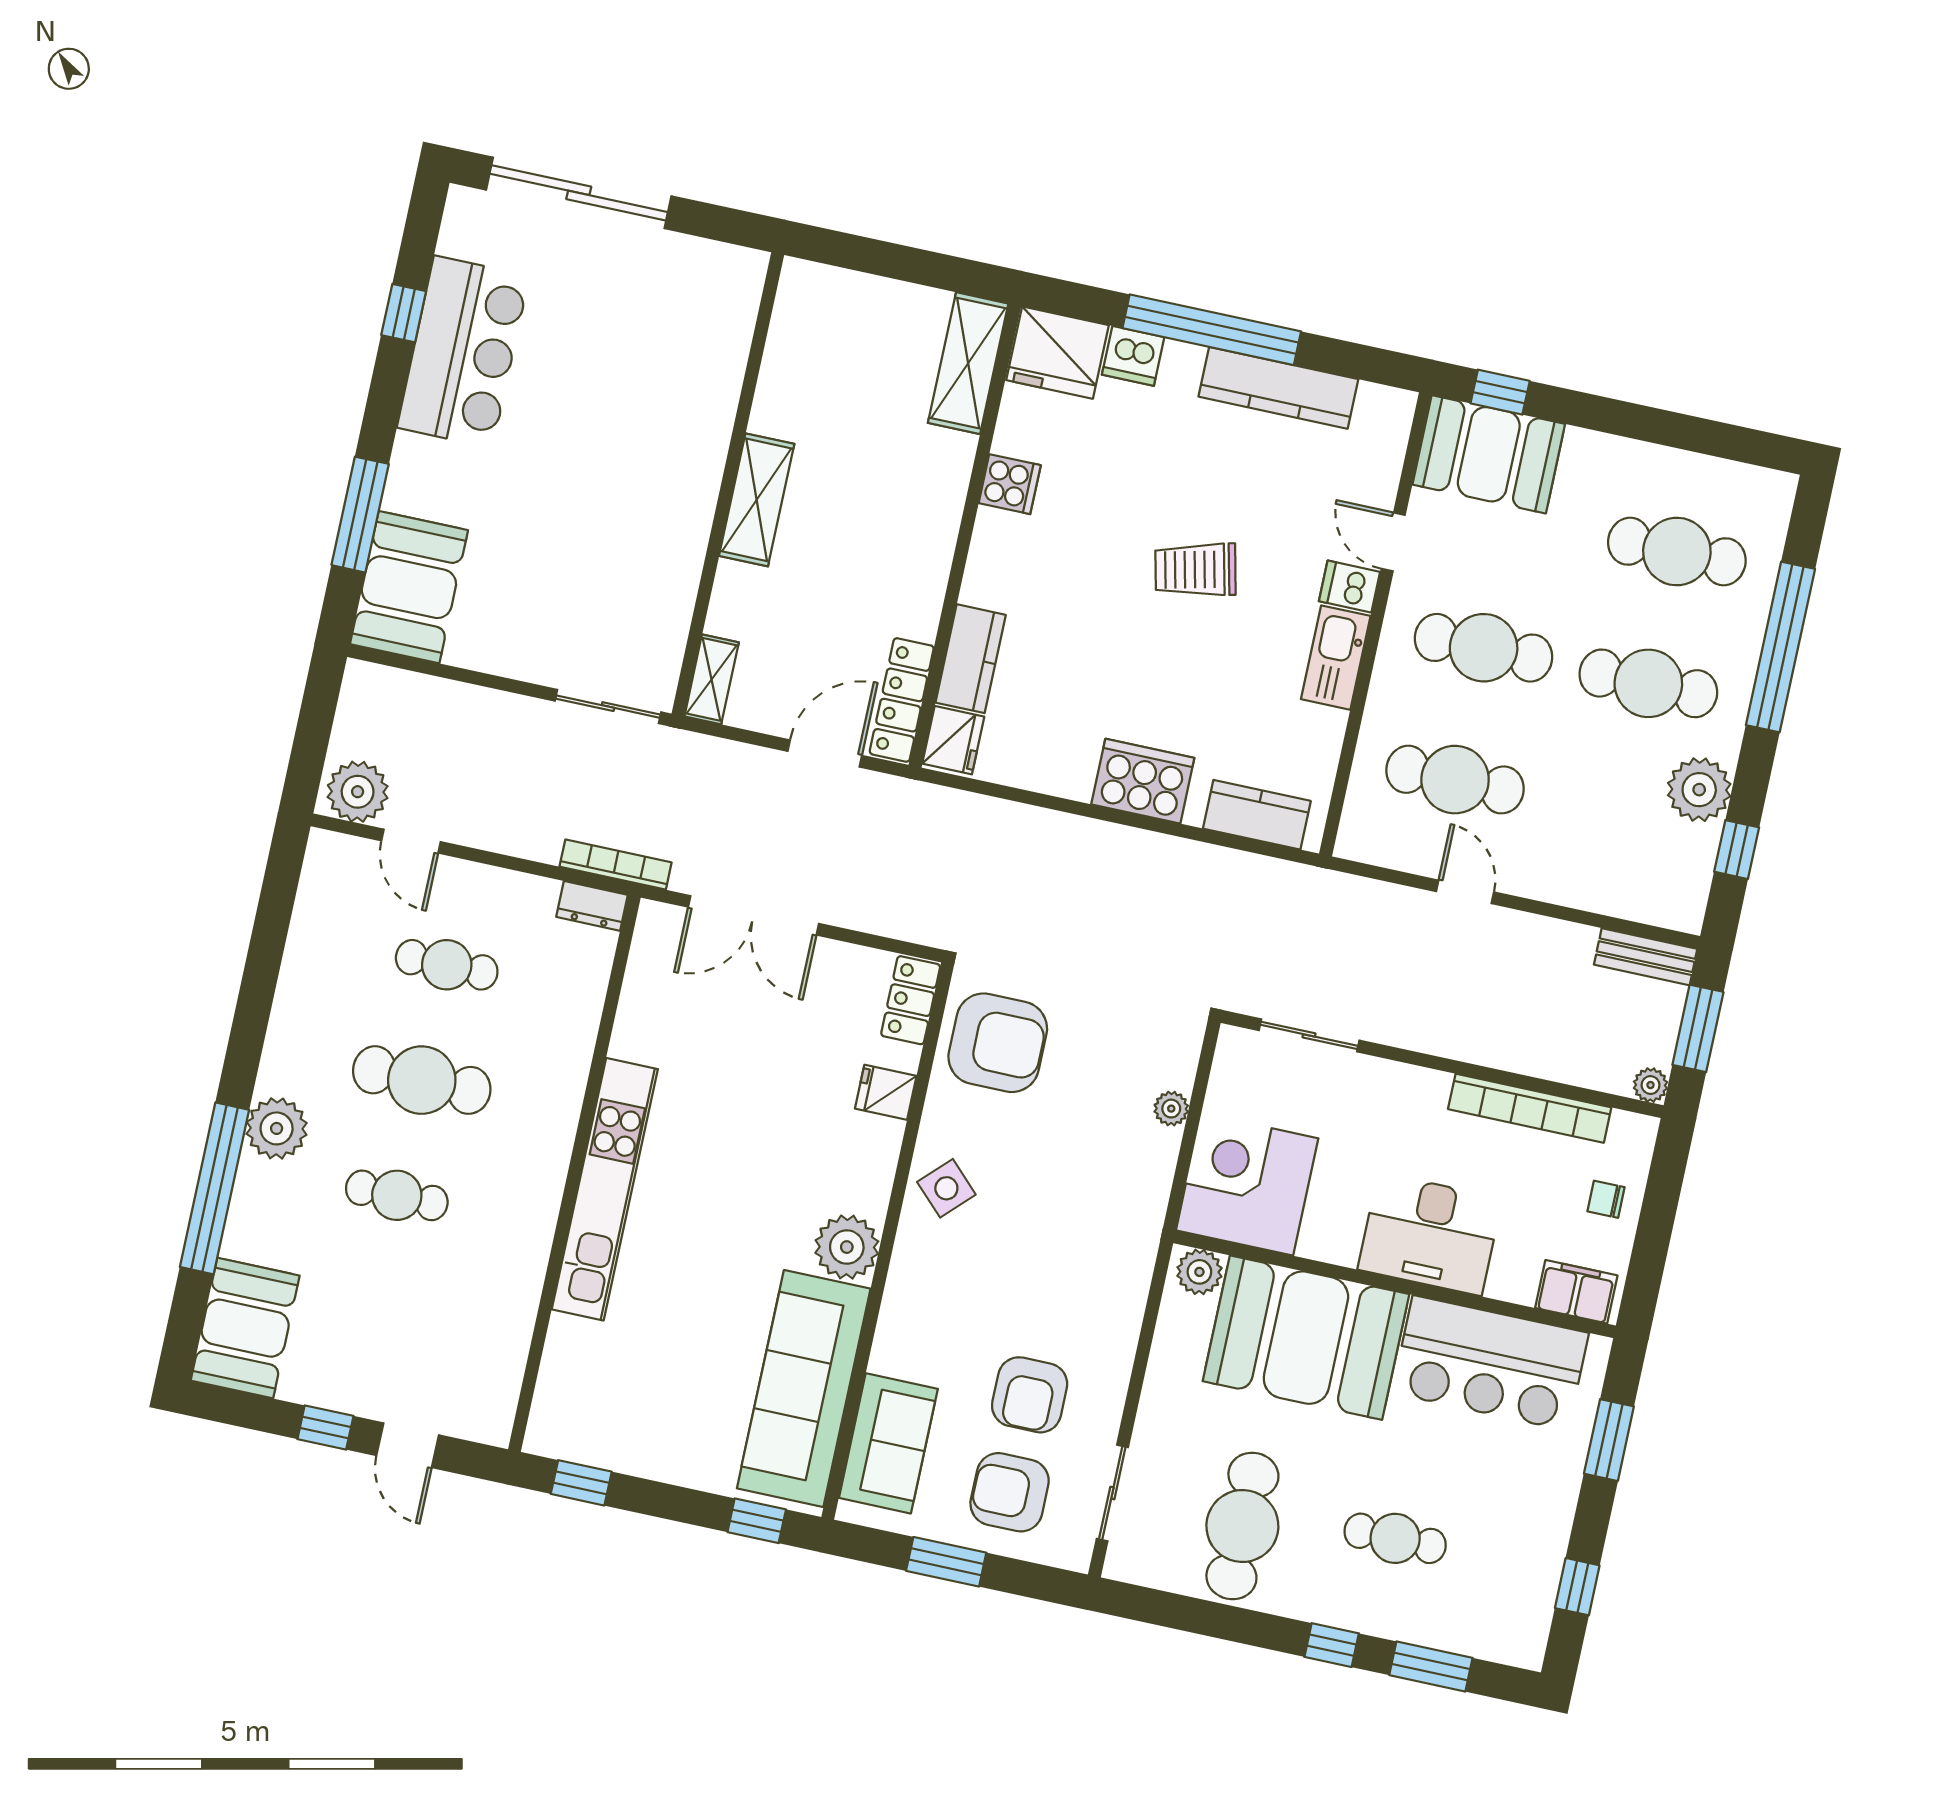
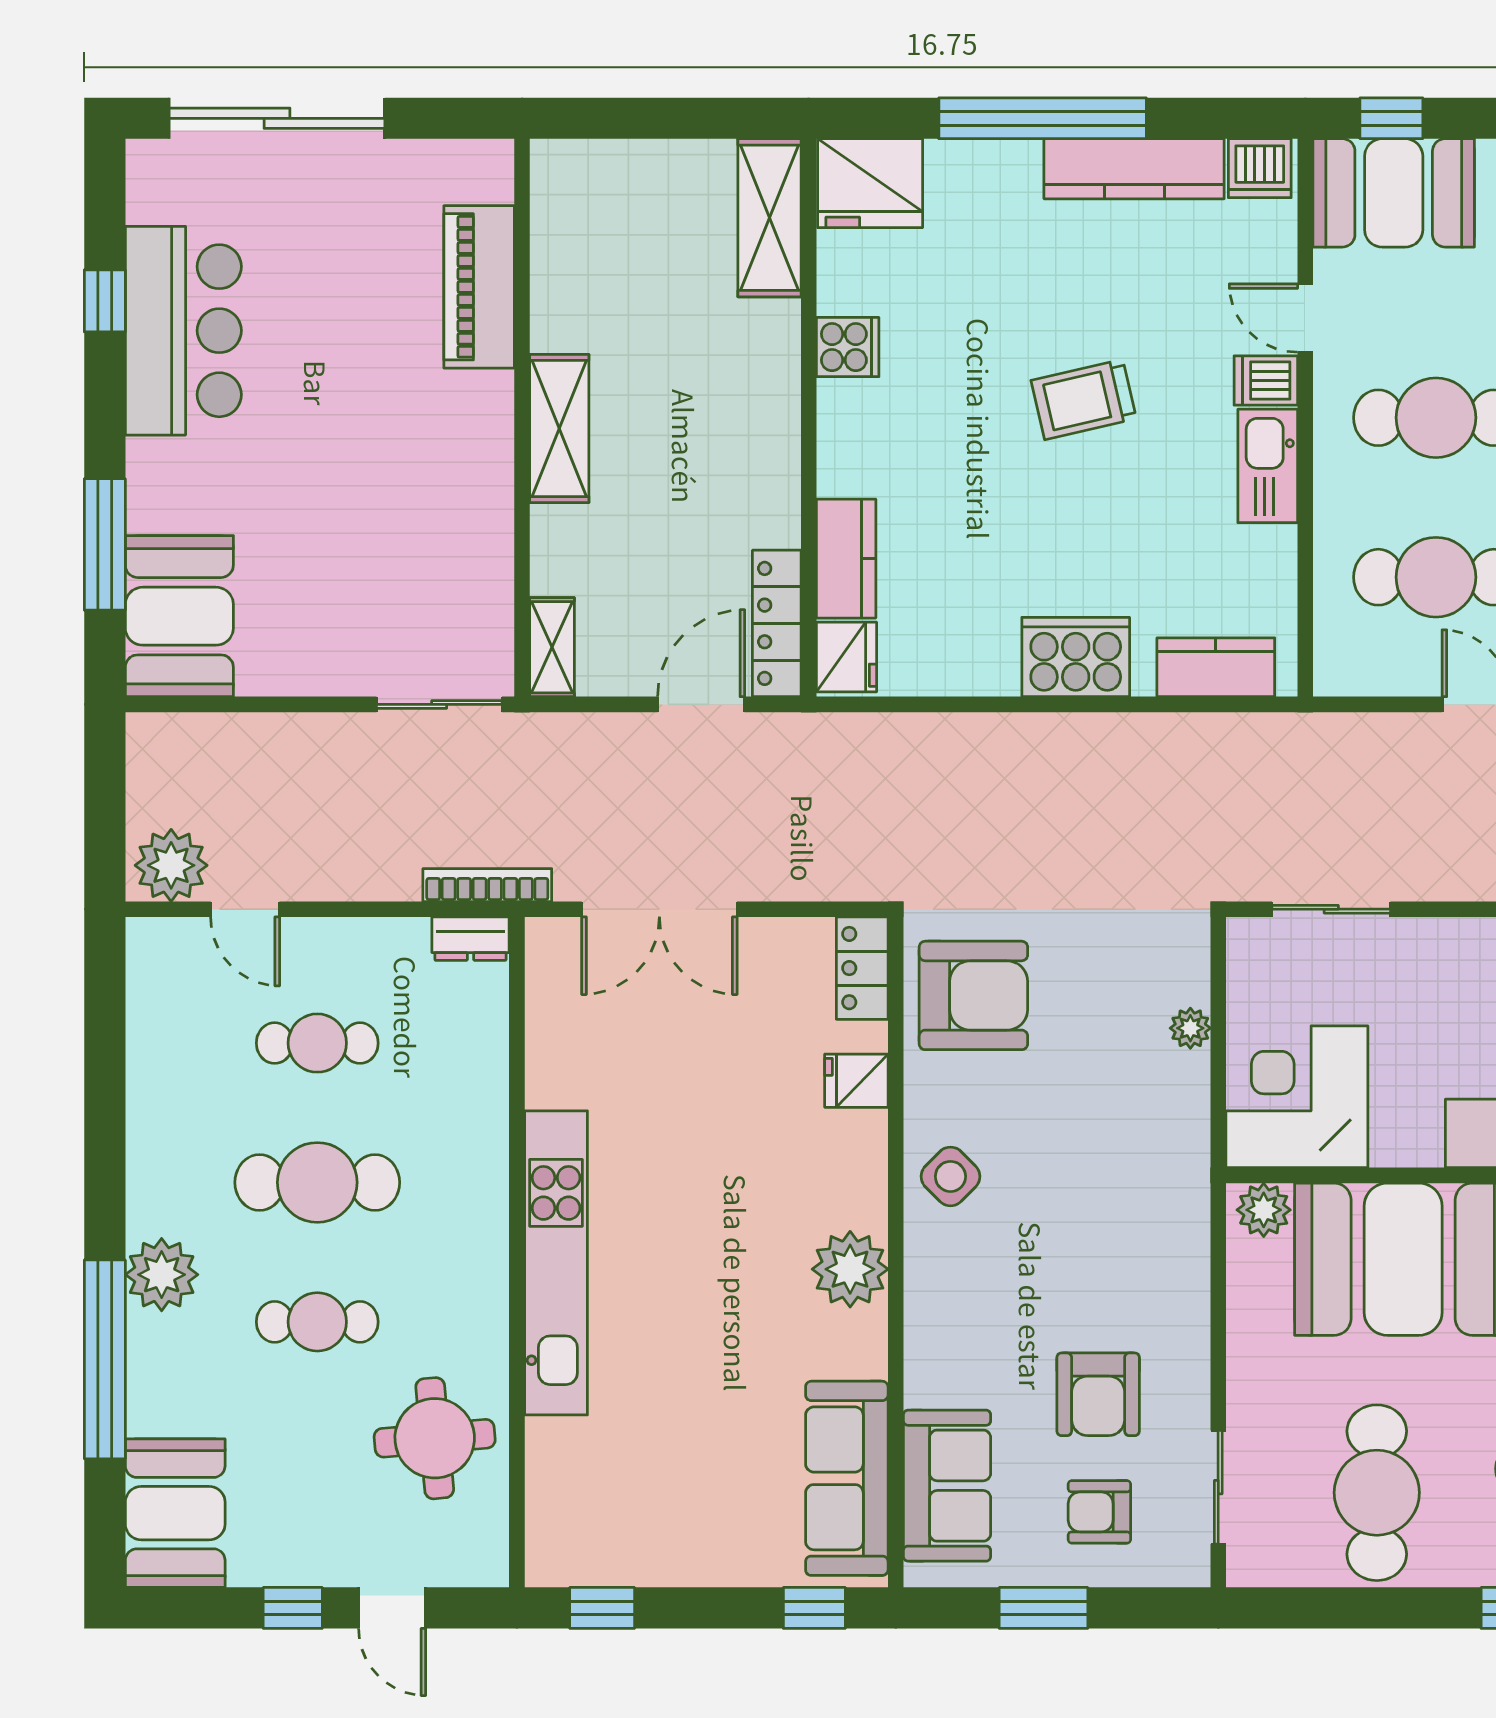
dishwasher: (1133, 356) -> (1260, 168), moved
piano: (716, 368) -> (479, 287), added
round table: (473, 1313) -> (435, 1438), added
sofa: (804, 1388) -> (847, 1478), width x0.74, depth x0.79
armchair: (1010, 1492) -> (1099, 1512), width x0.72, depth x0.72

